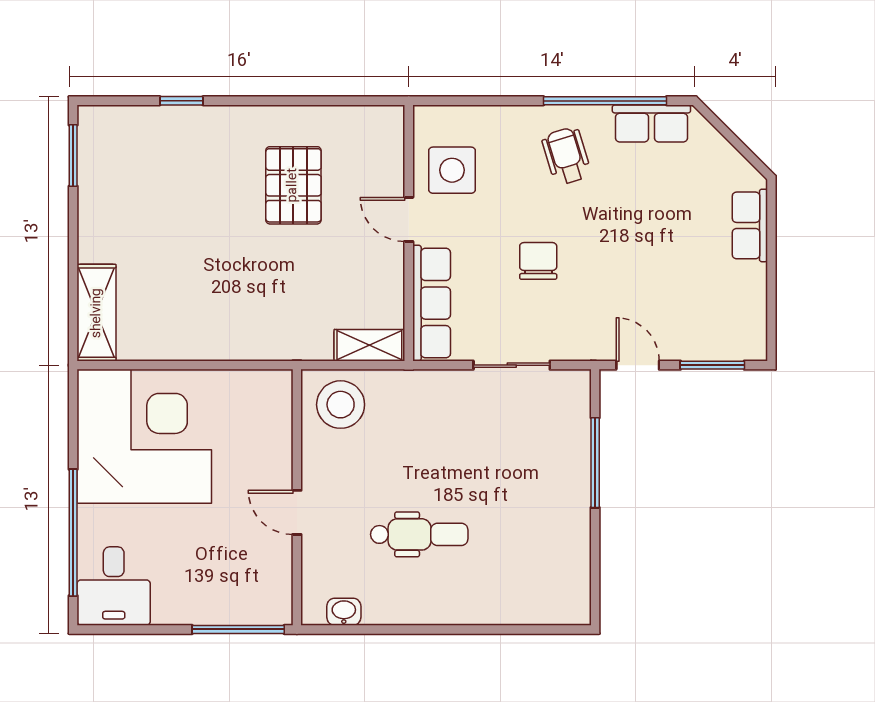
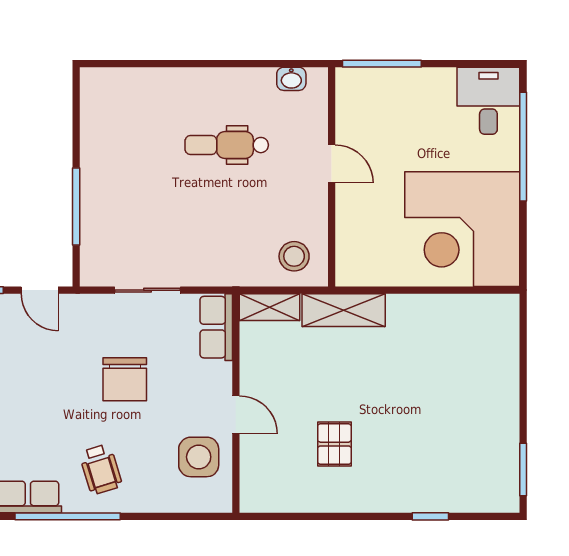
pallet: (293, 185) -> (334, 444), width x0.67, depth x0.71
chair: (538, 261) -> (125, 379), width x1.37, depth x1.37
row of seats: (432, 303) -> (216, 327), width x0.68
shelving: (97, 313) -> (344, 310), moved, turned 90
stool: (341, 405) -> (294, 256), width x0.73, depth x0.73

